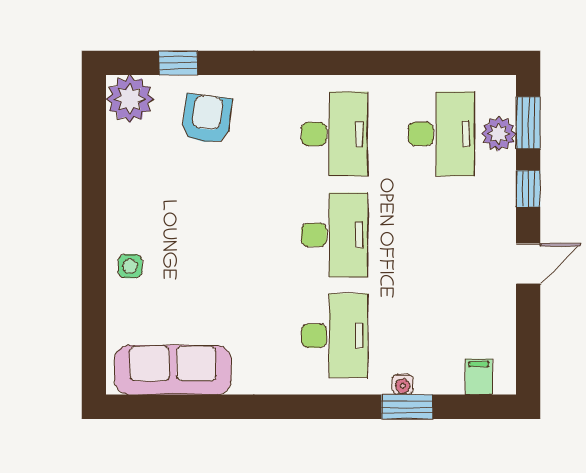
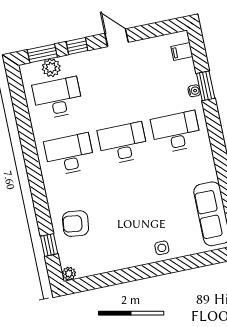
plant: (130, 99) -> (69, 274), width x0.53, depth x0.53

